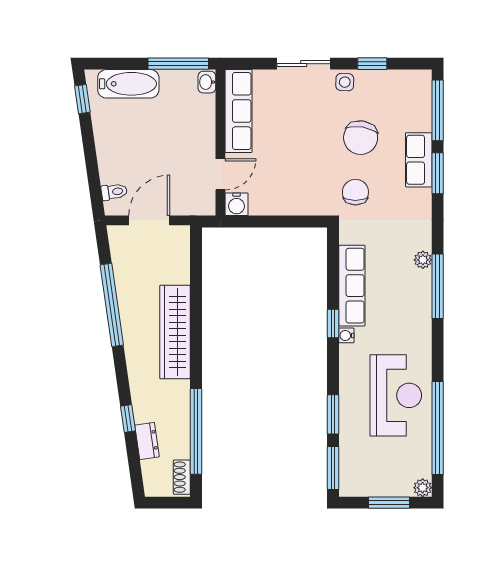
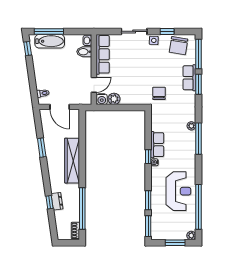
window: (178, 64) -> (49, 31), moved
bidet: (200, 106) -> (84, 52), added
chair: (361, 138) -> (178, 46), moved
plant: (262, 204) -> (114, 99), added
door: (149, 220) -> (60, 107), swing flipped
row of seats: (352, 286) -> (157, 145), width x0.68
window: (112, 305) -> (42, 148), width x0.47
dresser: (147, 441) -> (57, 201), moved

